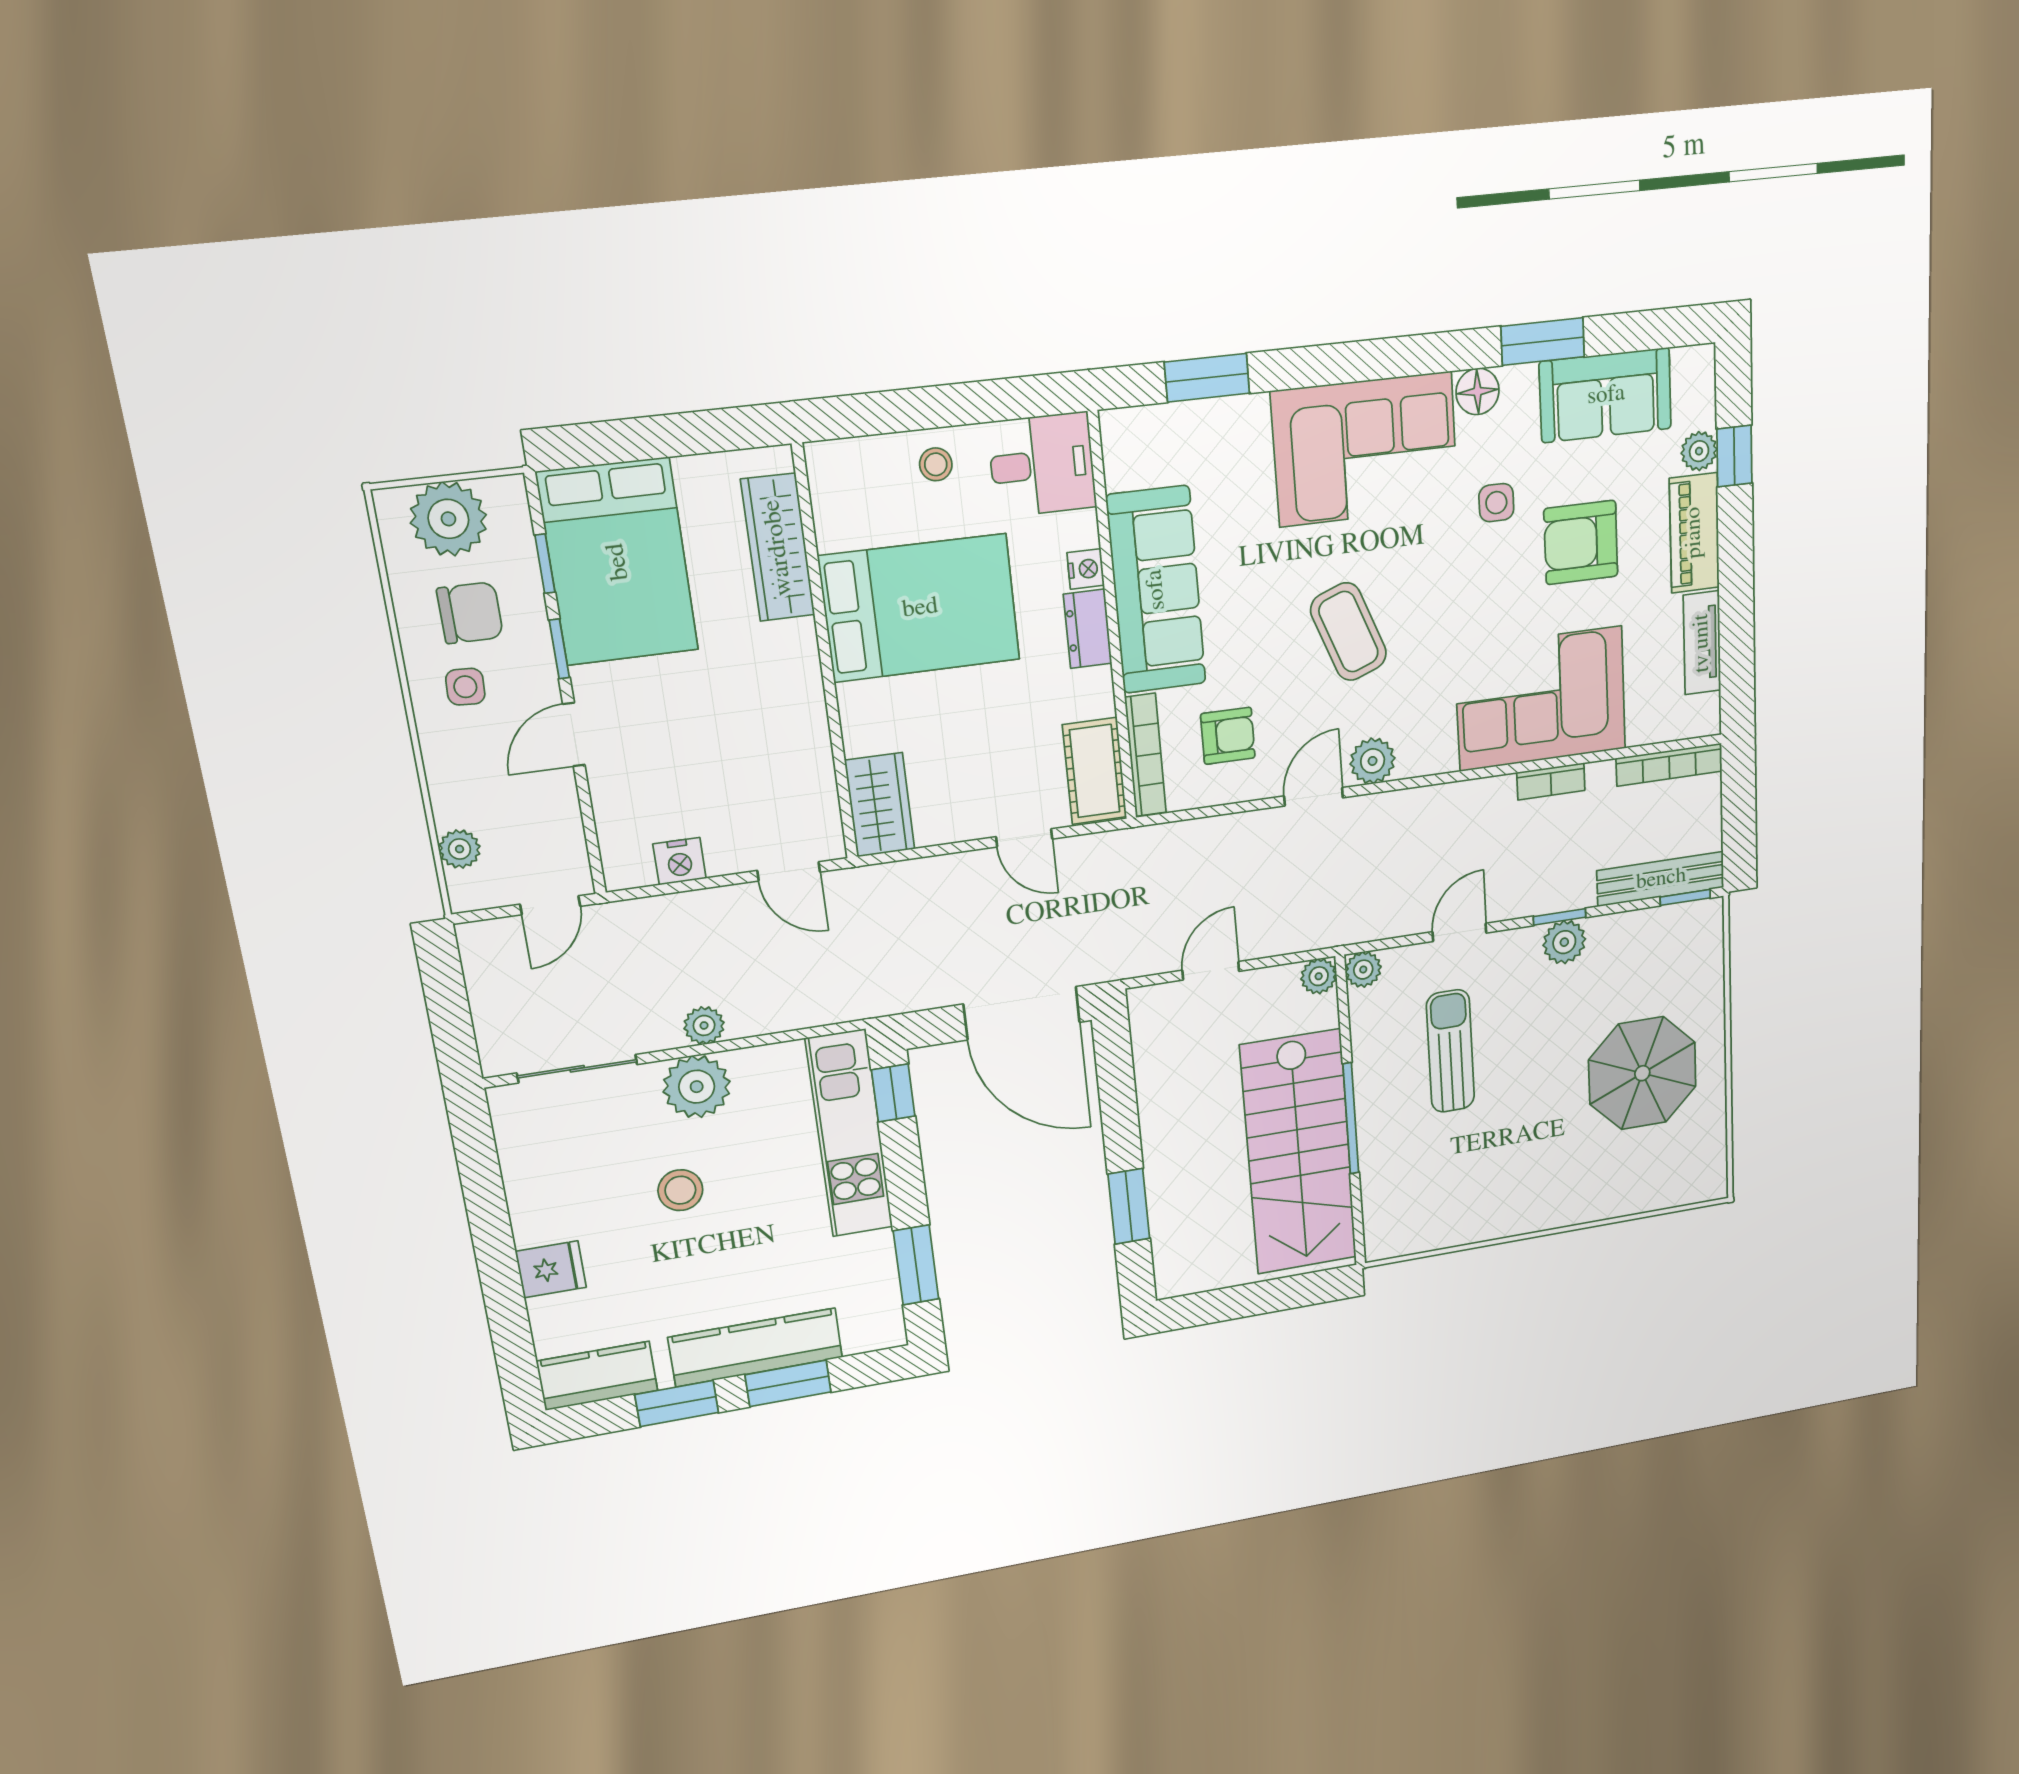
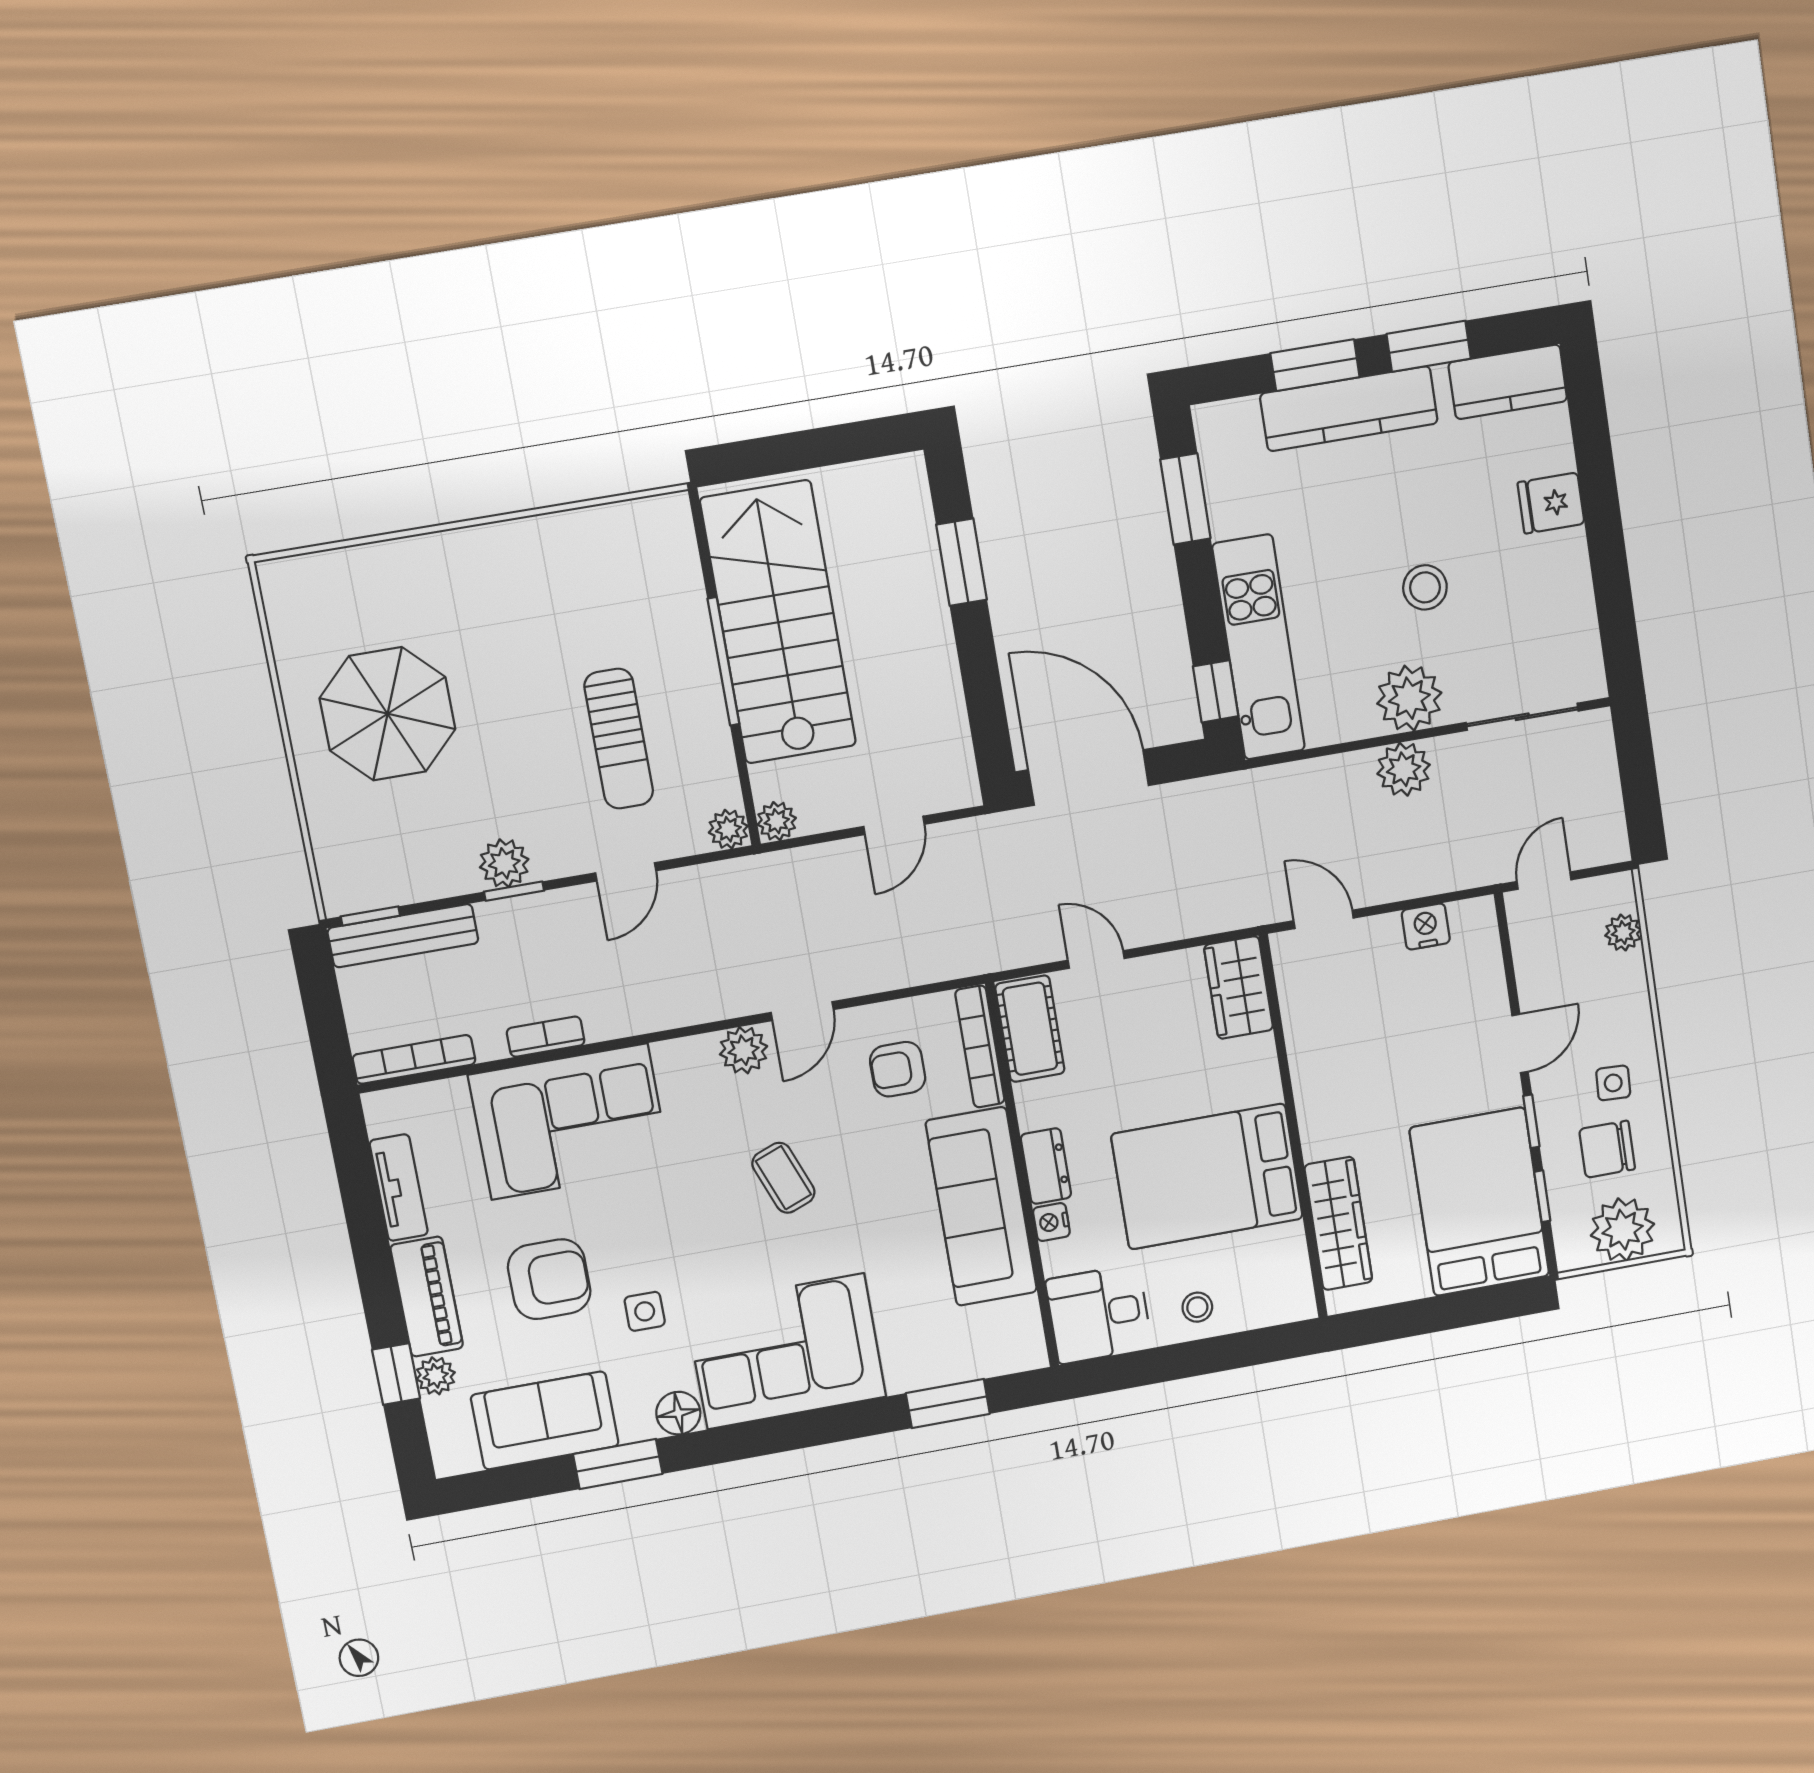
coffee table: (1349, 632) -> (783, 1178), width x0.73, depth x0.77
plant: (704, 1025) -> (1404, 769), width x1.38, depth x1.38

